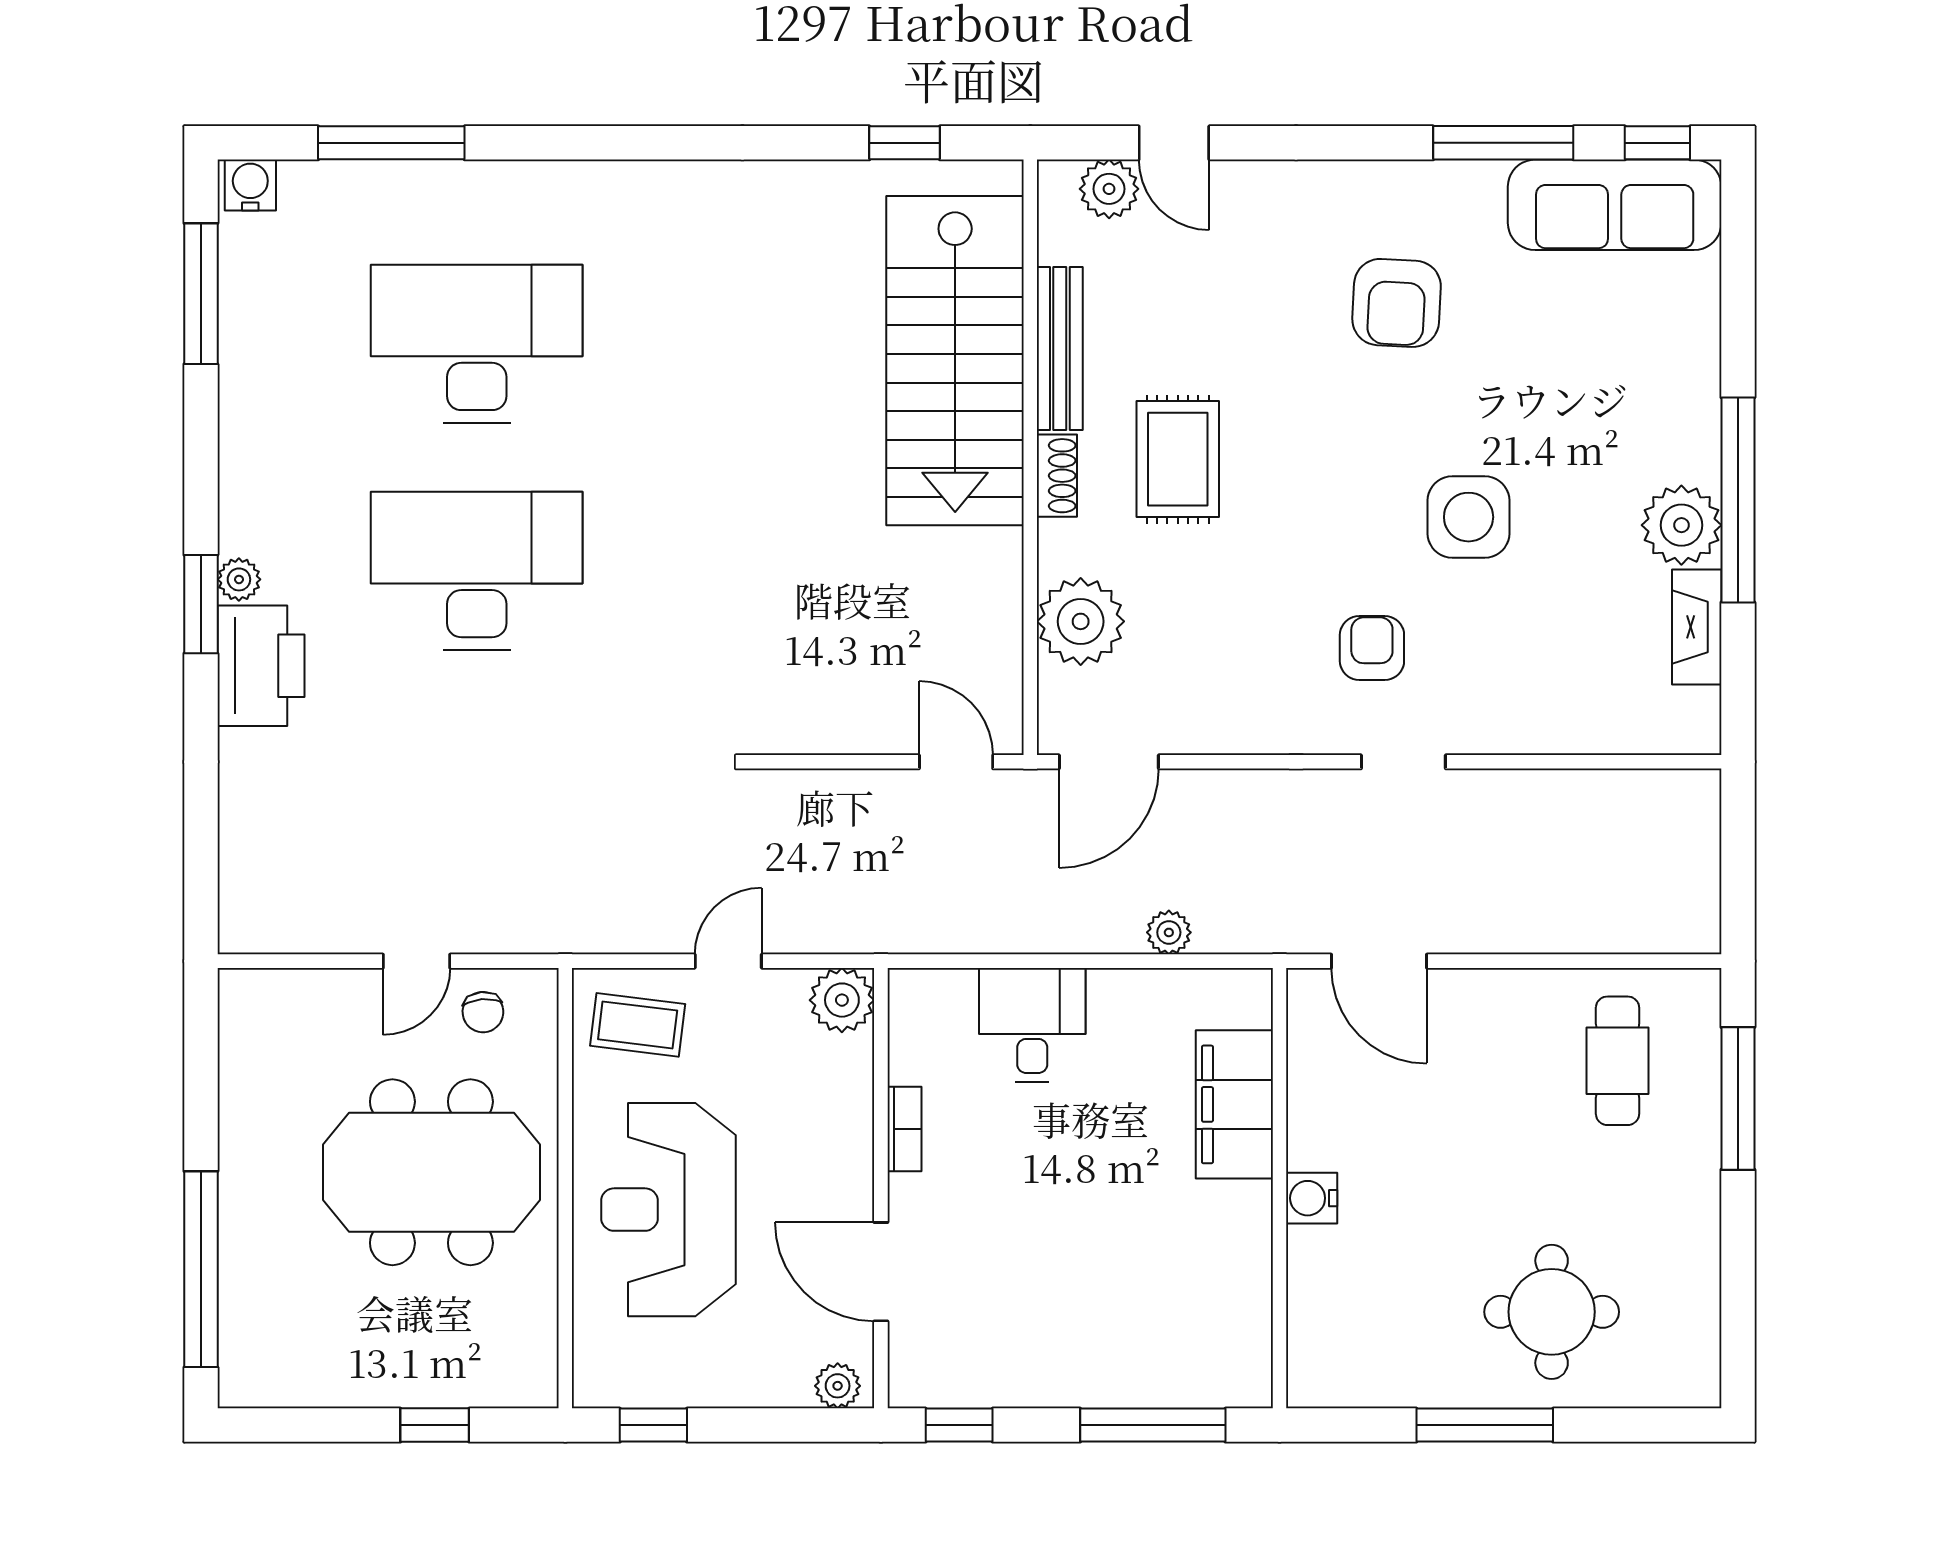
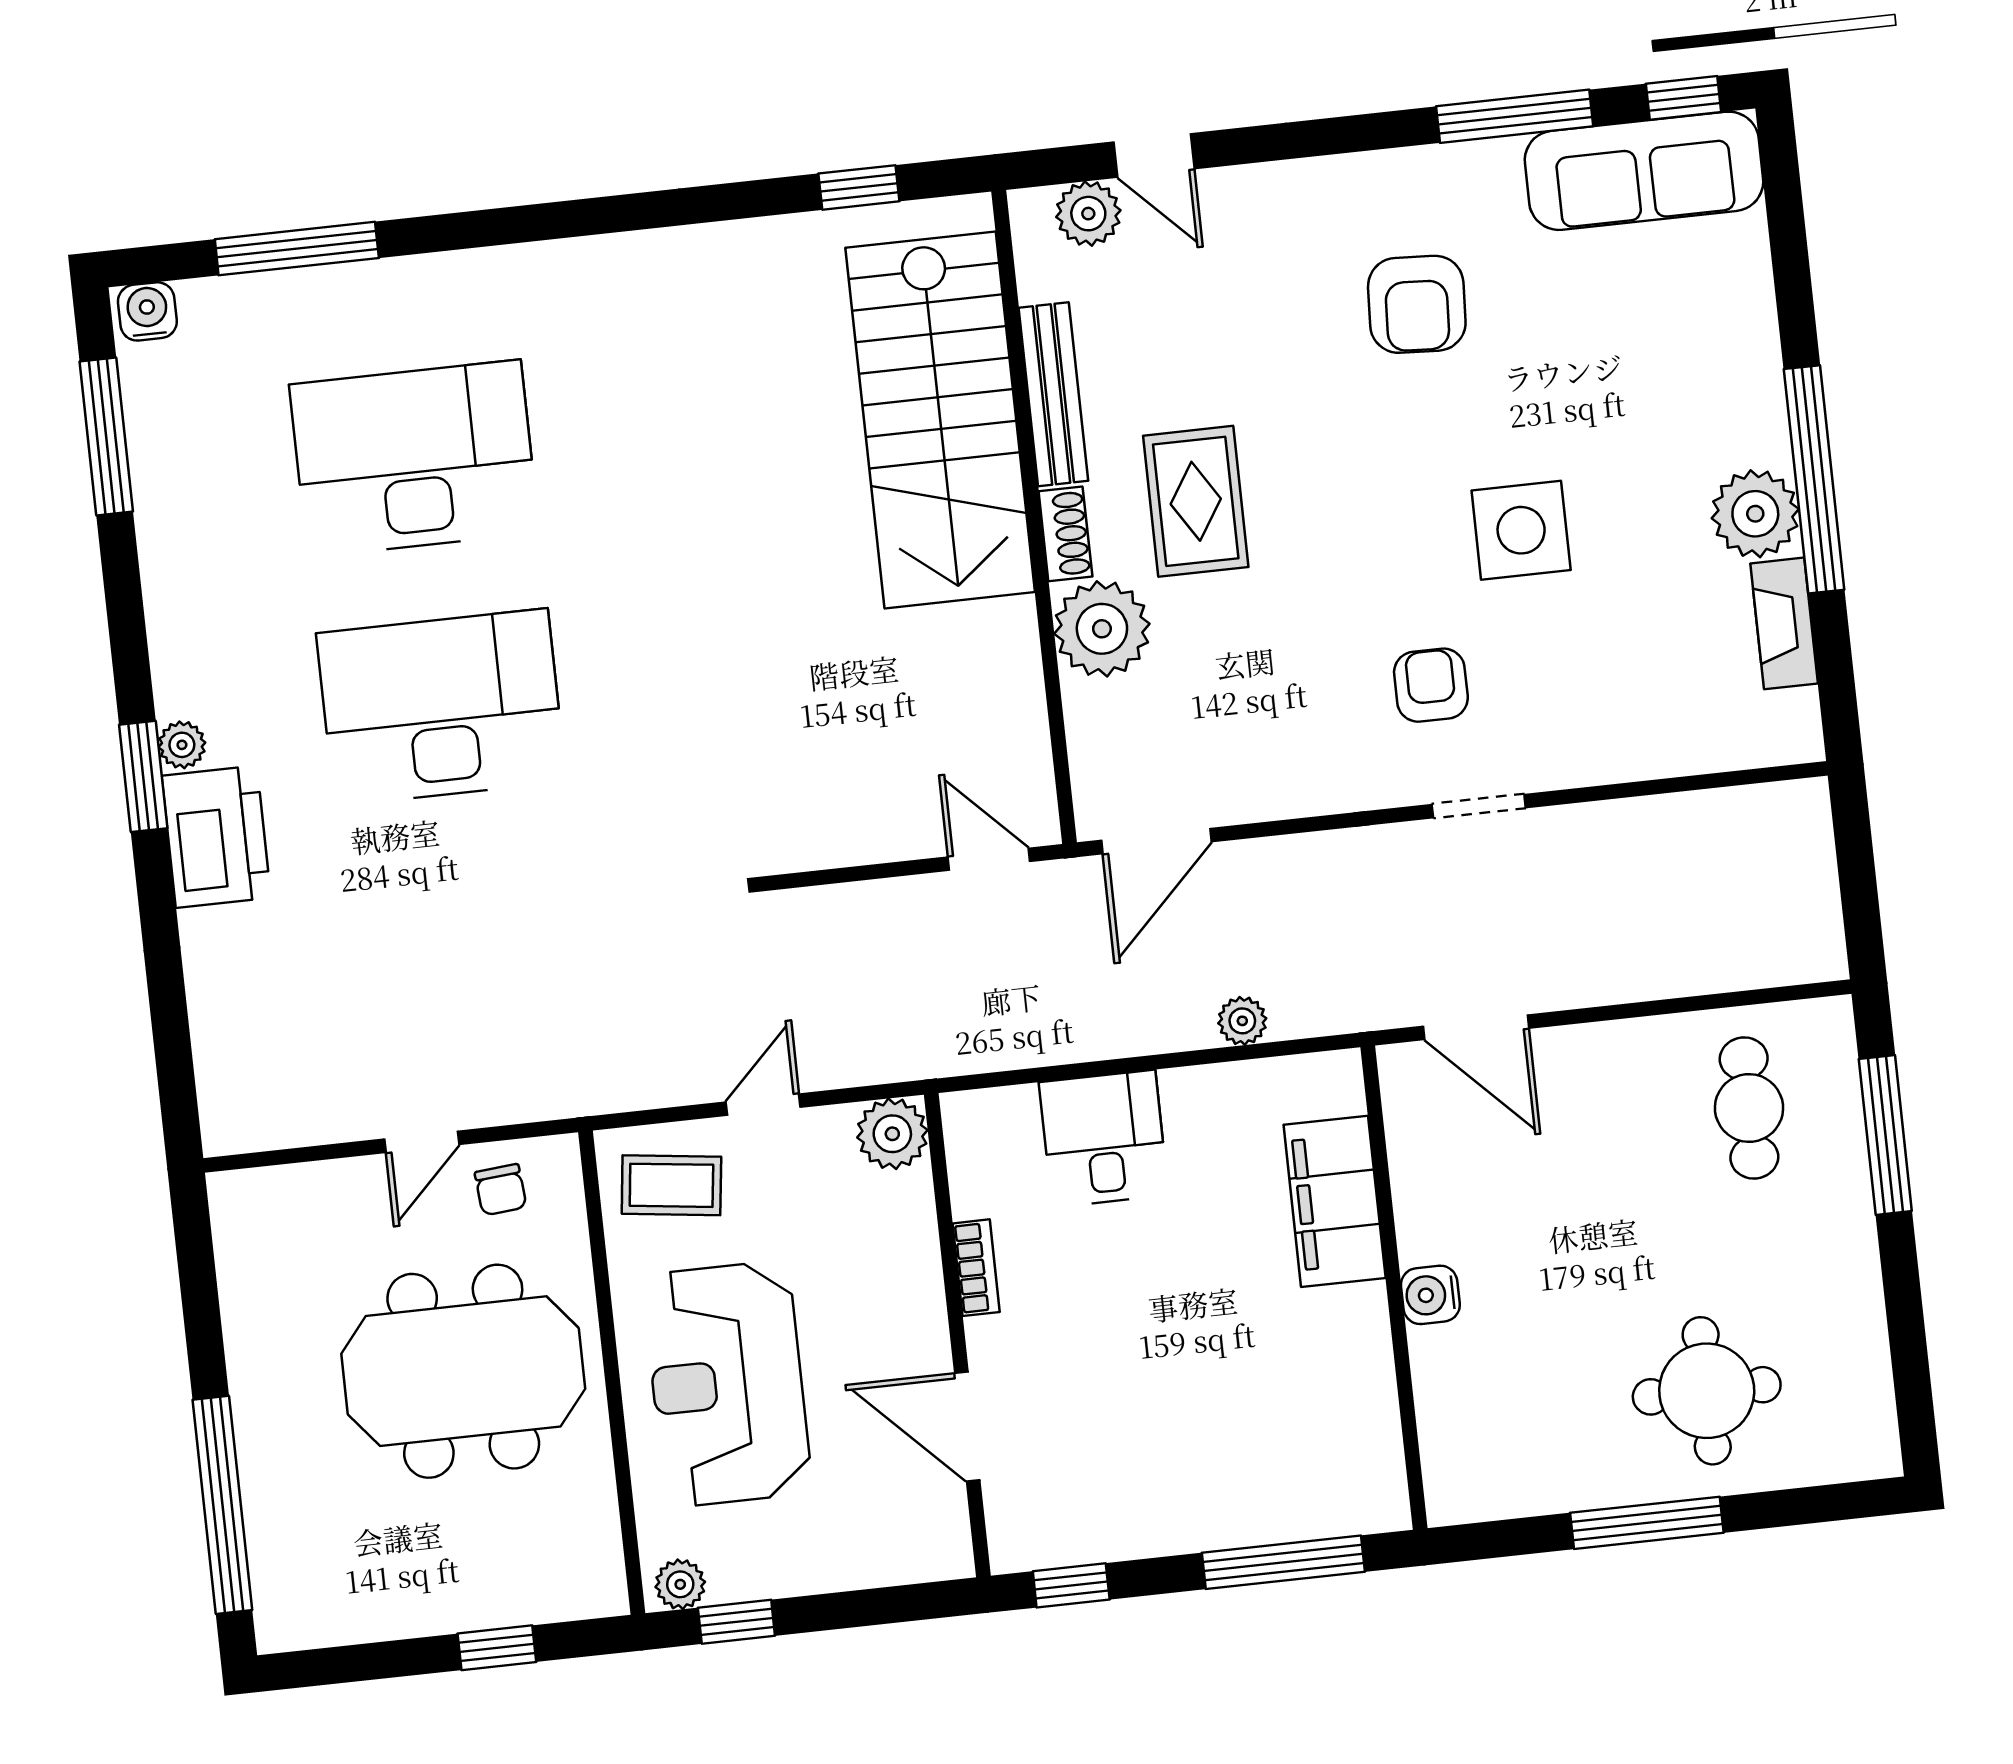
plant: (1081, 621) -> (1102, 629), moved
plant: (838, 1386) -> (680, 1584), moved

